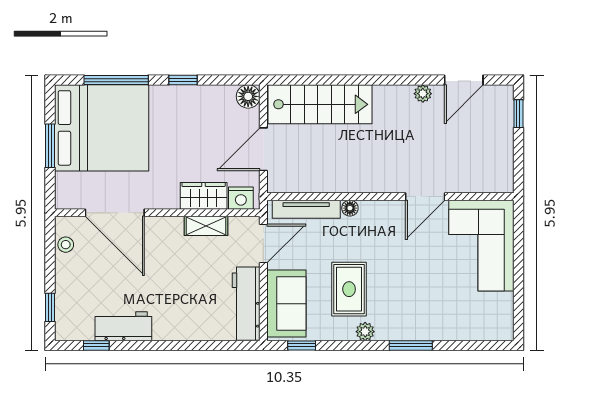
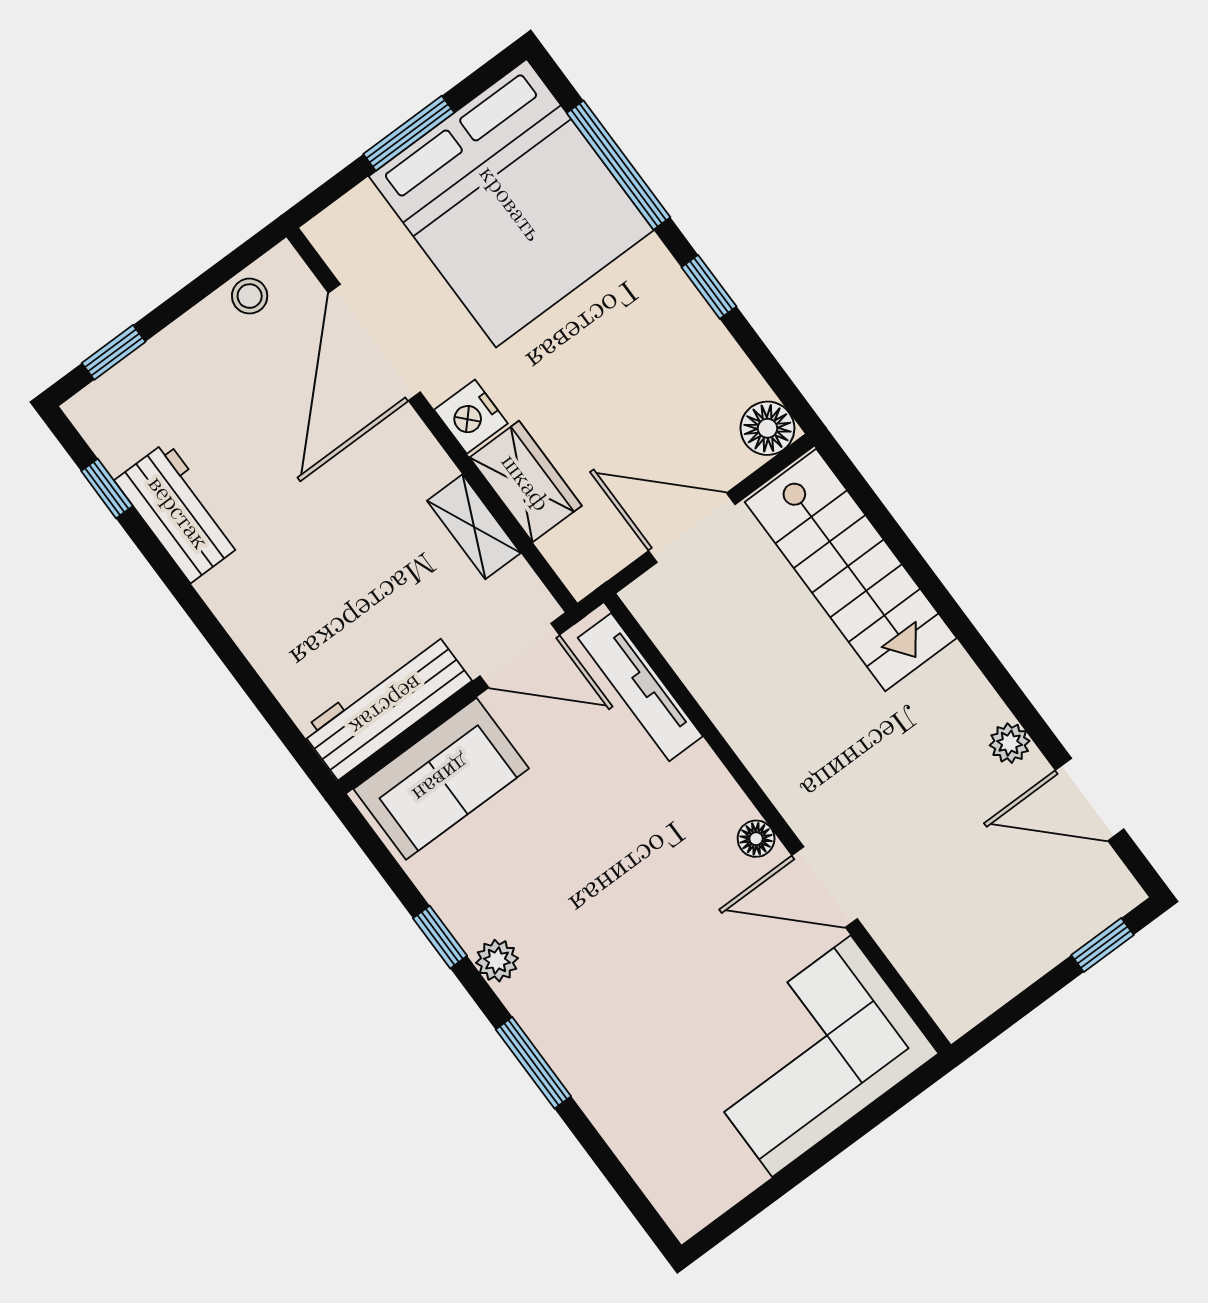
nightstand: (241, 198) -> (471, 417), moved
floor lamp: (350, 208) -> (756, 839), moved
rug: (349, 289) -> (553, 874), removed
window: (302, 345) -> (440, 937), moved

